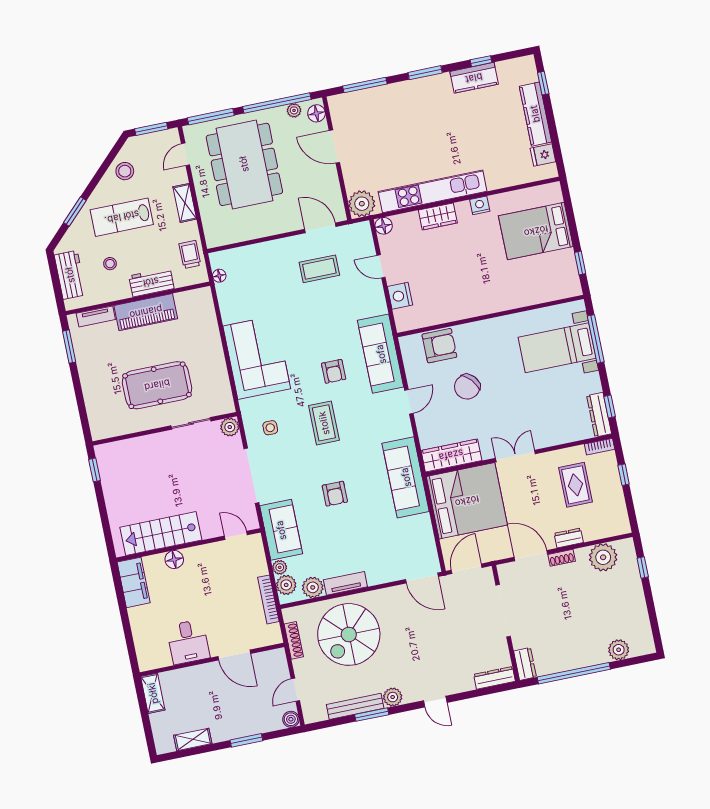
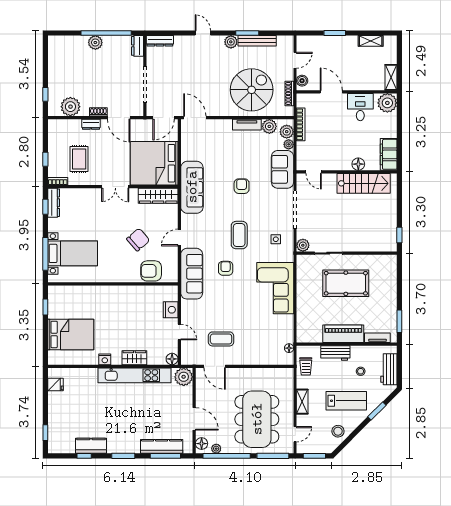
kitchen counter: (535, 114) -> (162, 446), moved, turned -90
plant: (619, 650) -> (95, 43), moved
plant: (151, 656) -> (387, 103), added
boiler: (291, 719) -> (302, 81), moved

